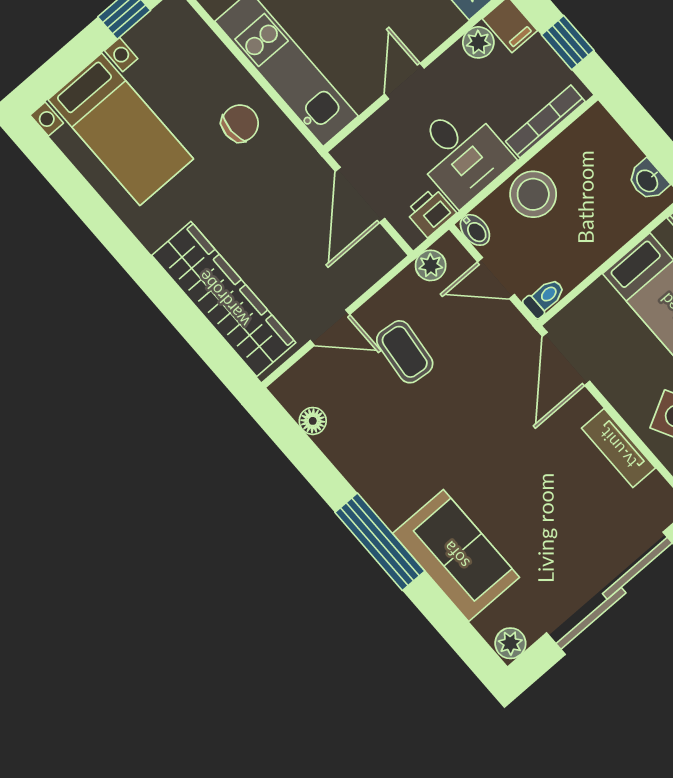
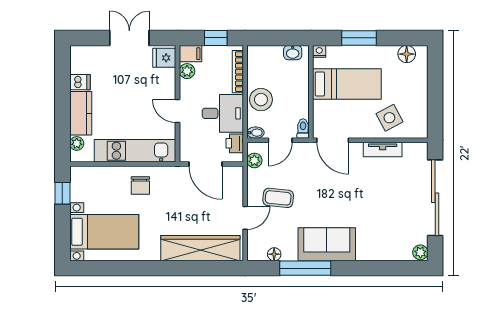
chair: (240, 123) -> (140, 186), turned 180
window: (380, 542) -> (305, 268), moved
sofa: (456, 555) -> (327, 244), moved

